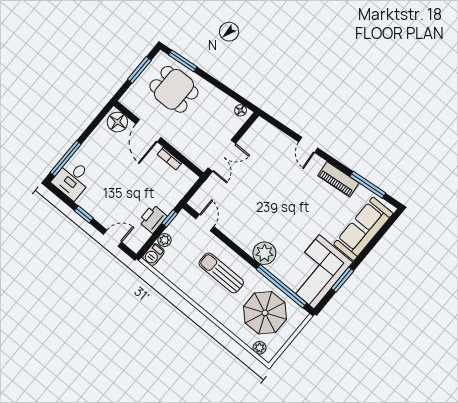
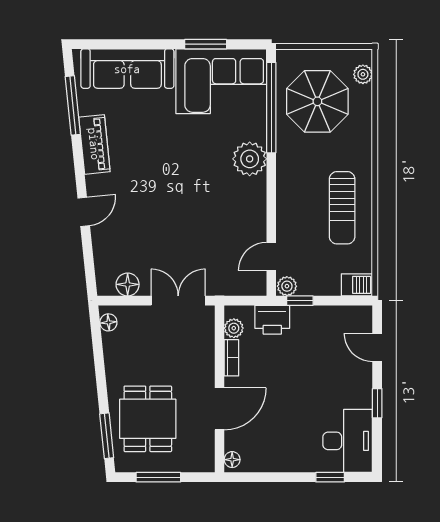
floor lamp: (117, 122) -> (232, 460), width x0.53, depth x0.53
floor lamp: (252, 136) -> (128, 284), added
window: (66, 158) -> (330, 477), width x0.46
plant: (184, 172) -> (234, 328), added
desk: (73, 179) -> (348, 441), width x1.37
printer: (153, 219) -> (272, 320), moved
plant: (164, 240) -> (287, 286), moved
sun lounger: (221, 273) -> (342, 208), moved

